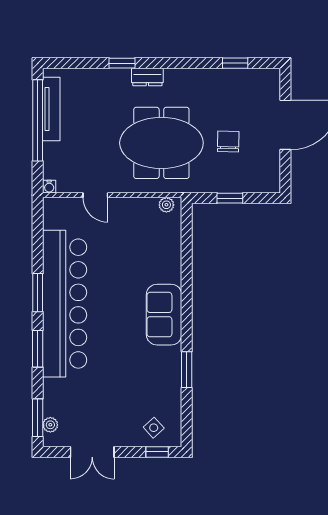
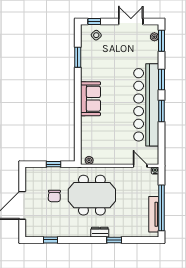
door: (95, 195) -> (140, 166), moved
window: (187, 370) -> (78, 57), moved

